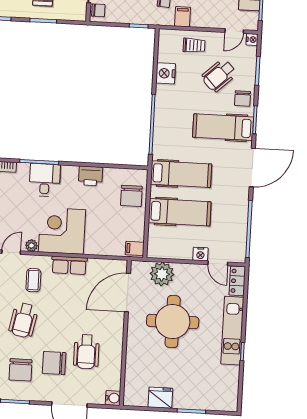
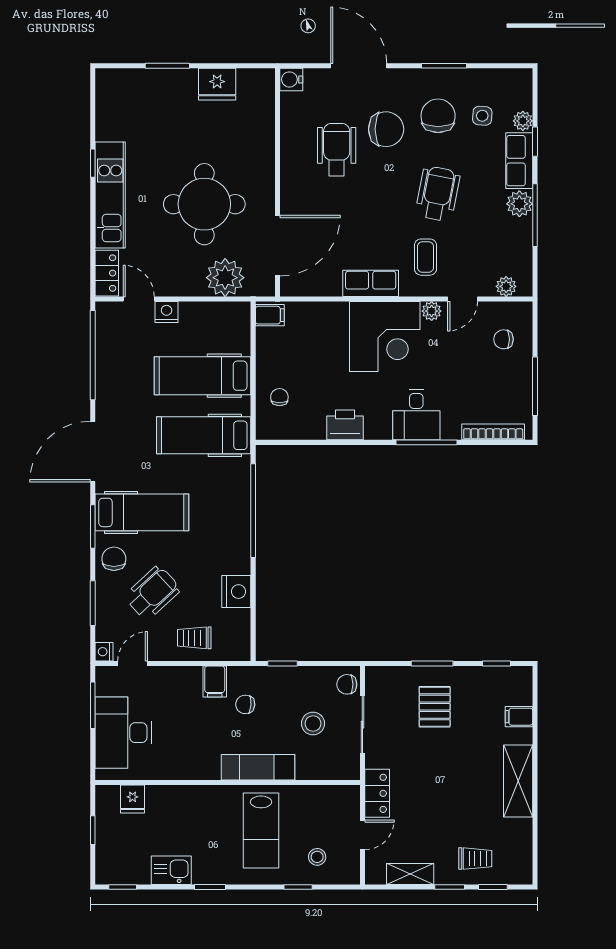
chair: (131, 196) -> (279, 397), width x0.54, depth x0.54

